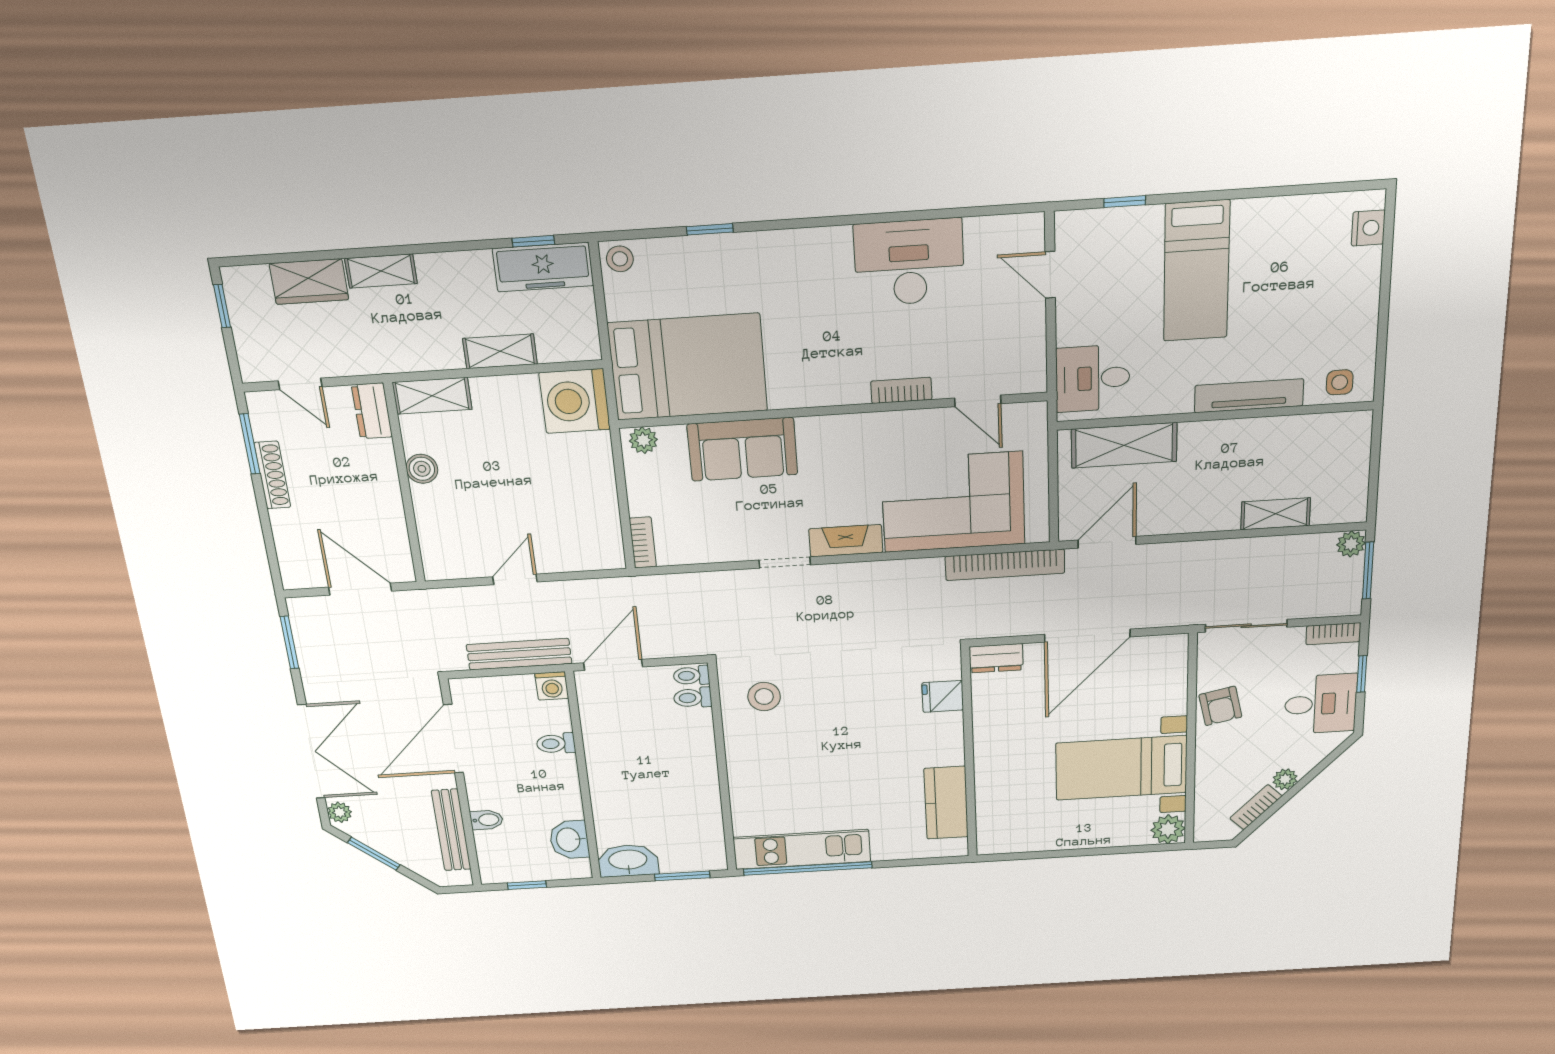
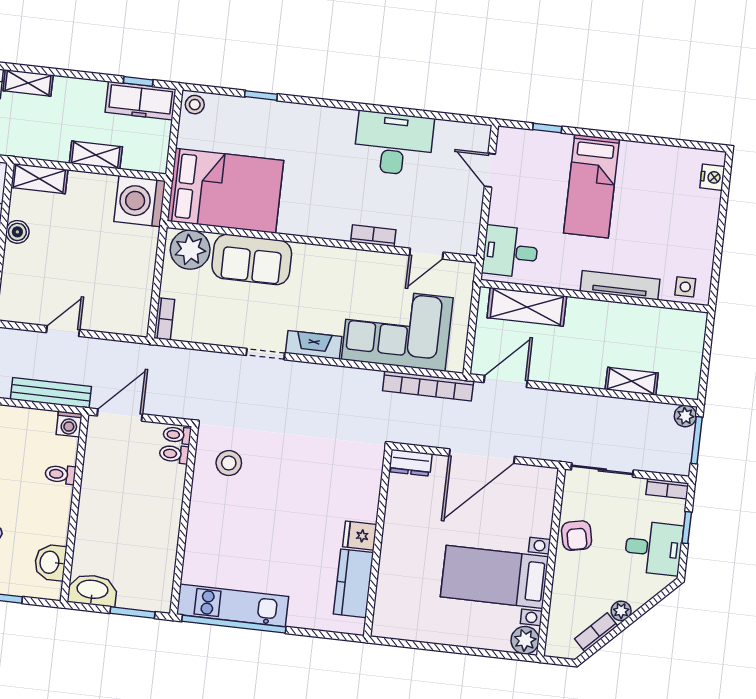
door: (978, 401) -> (426, 254), hinge flipped
plant: (643, 440) -> (190, 250), width x1.87, depth x1.87
fridge: (943, 696) -> (360, 536), moved

